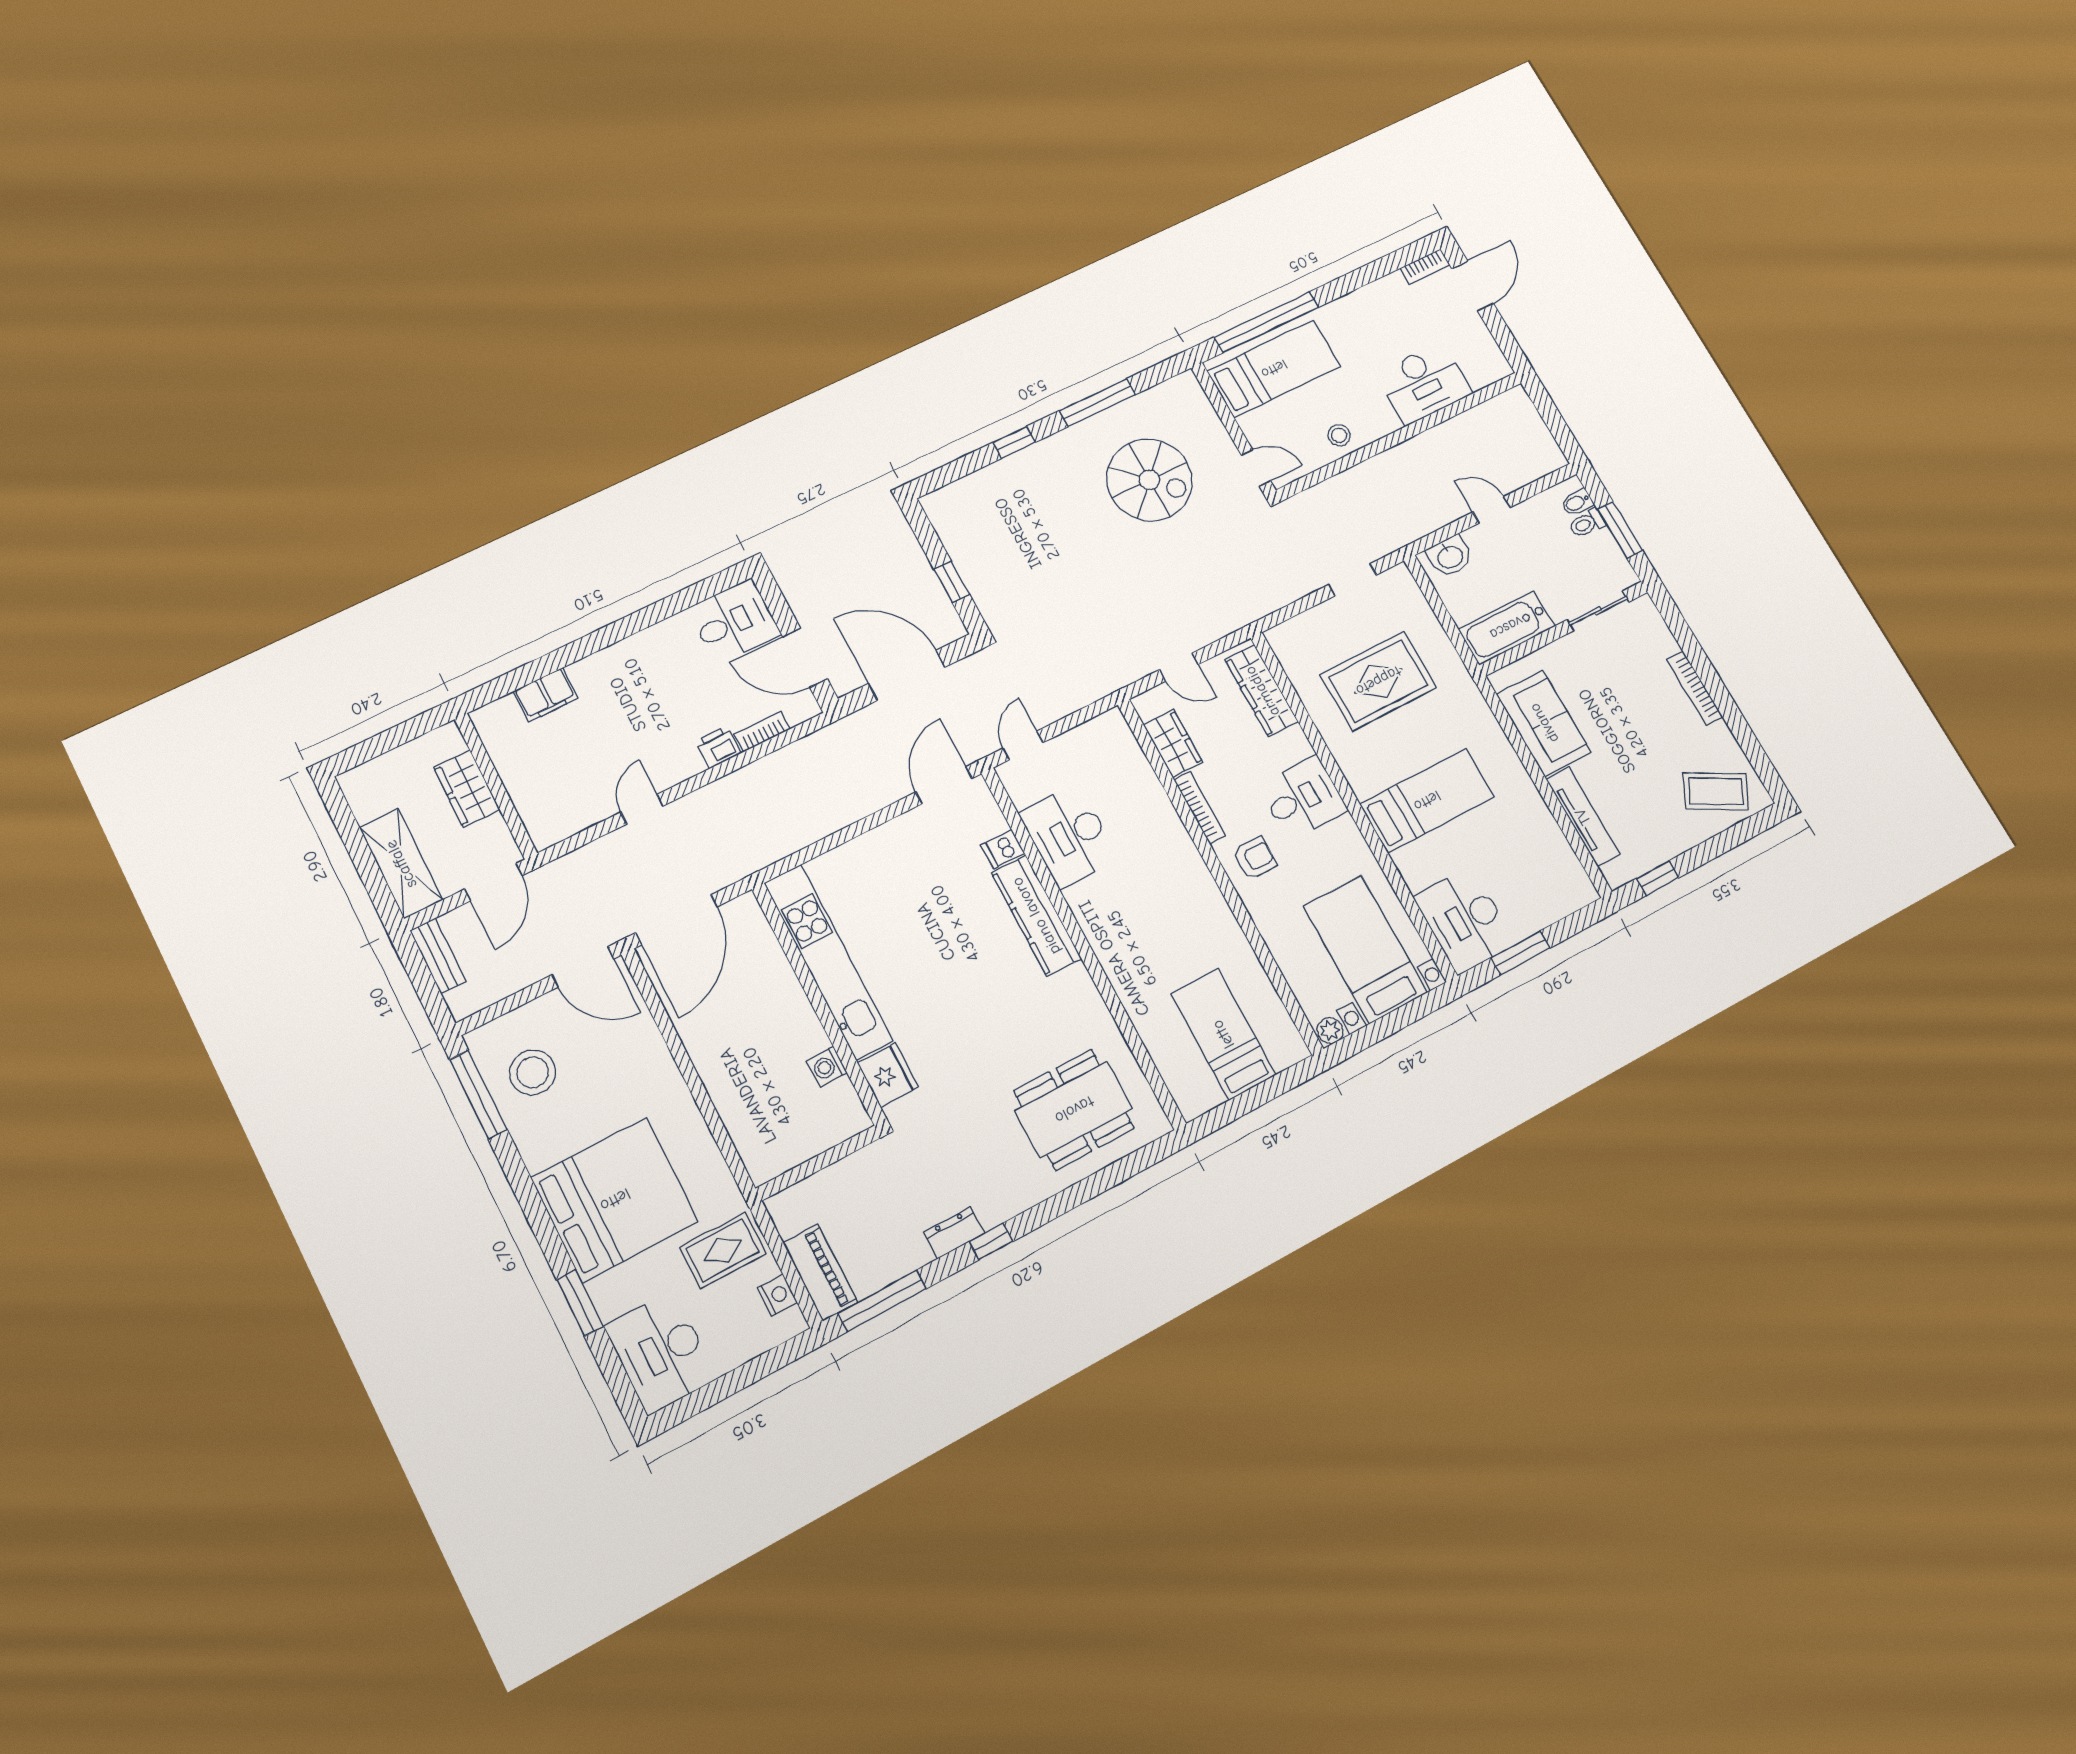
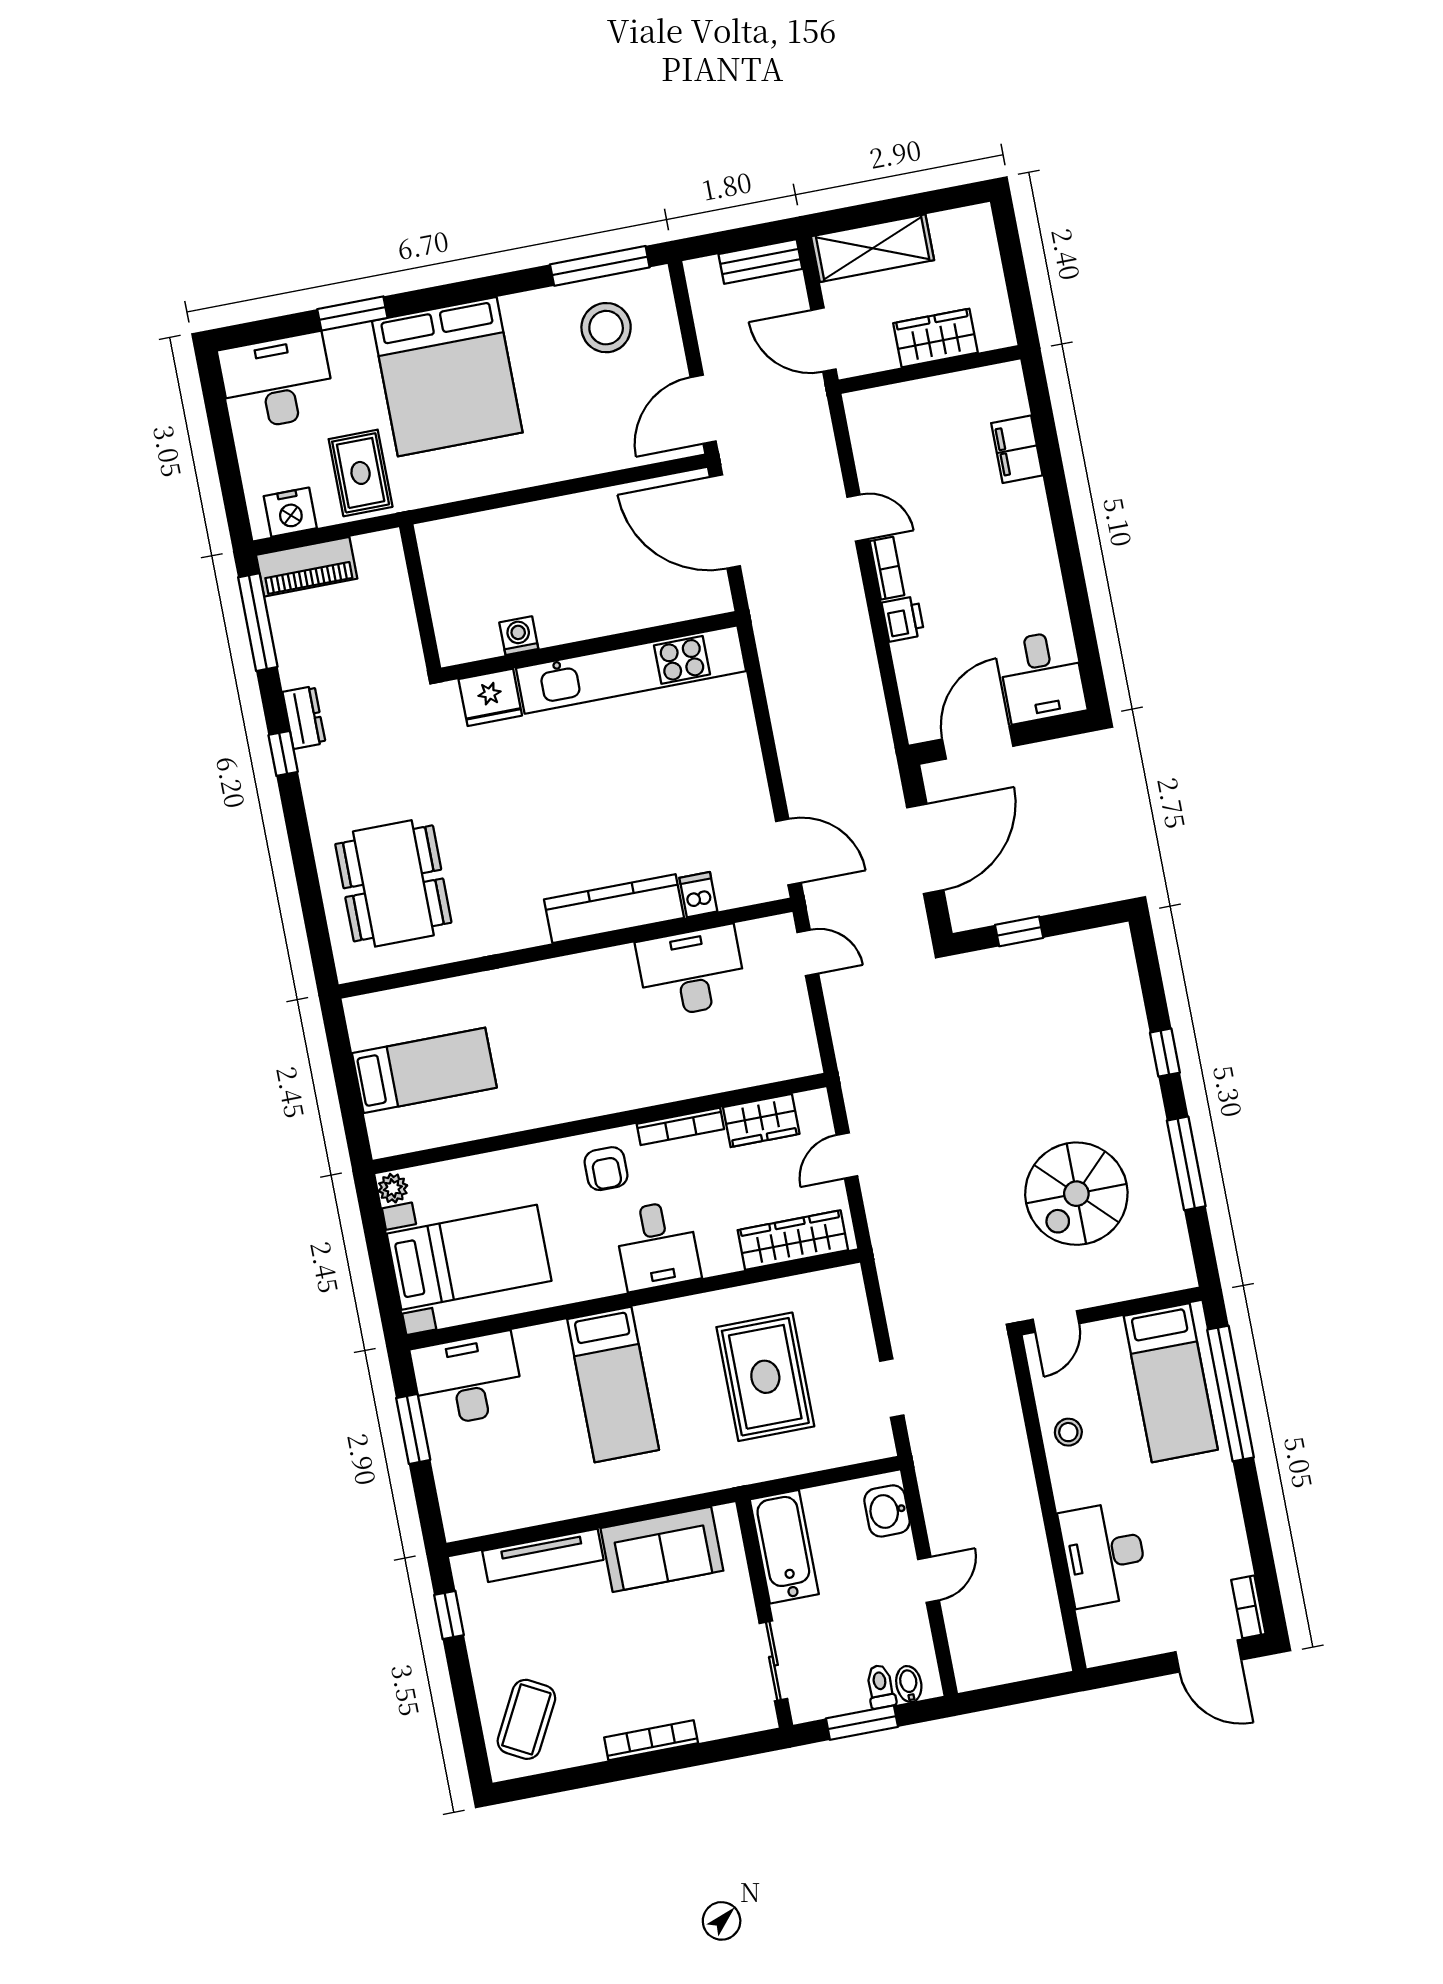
bookcase: (762, 732) -> (887, 568), moved
nightstand: (777, 1295) -> (290, 512), width x1.36, depth x1.33

